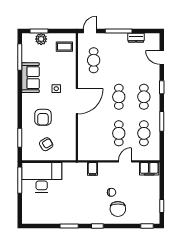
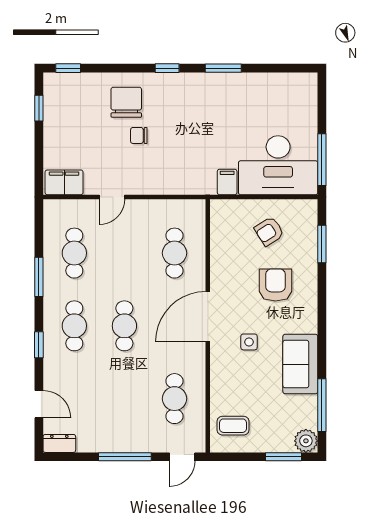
dresser: (136, 38) -> (59, 443), moved
plant: (41, 39) -> (306, 441), moved
cafe table: (119, 133) -> (174, 253), moved
filing cabinet: (93, 169) -> (227, 182), moved

